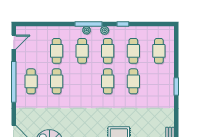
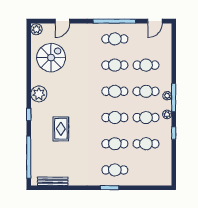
door: (14, 42) -> (155, 21), hinge flipped
cafe table: (159, 51) -> (115, 170), moved
cafe table: (82, 81) -> (115, 91), added

